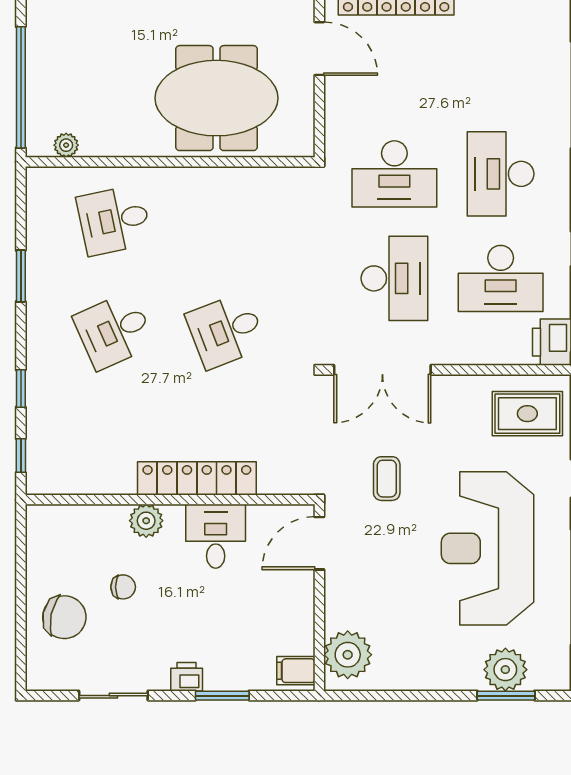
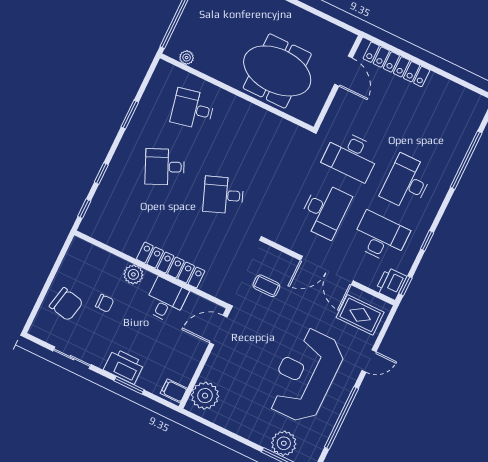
desk: (501, 278) -> (380, 237), turned 180
double door: (382, 370) -> (327, 270), moved
coffee table: (387, 479) -> (266, 286), moved, turned 90
printer: (187, 677) -> (124, 366), width x1.87, depth x1.48

